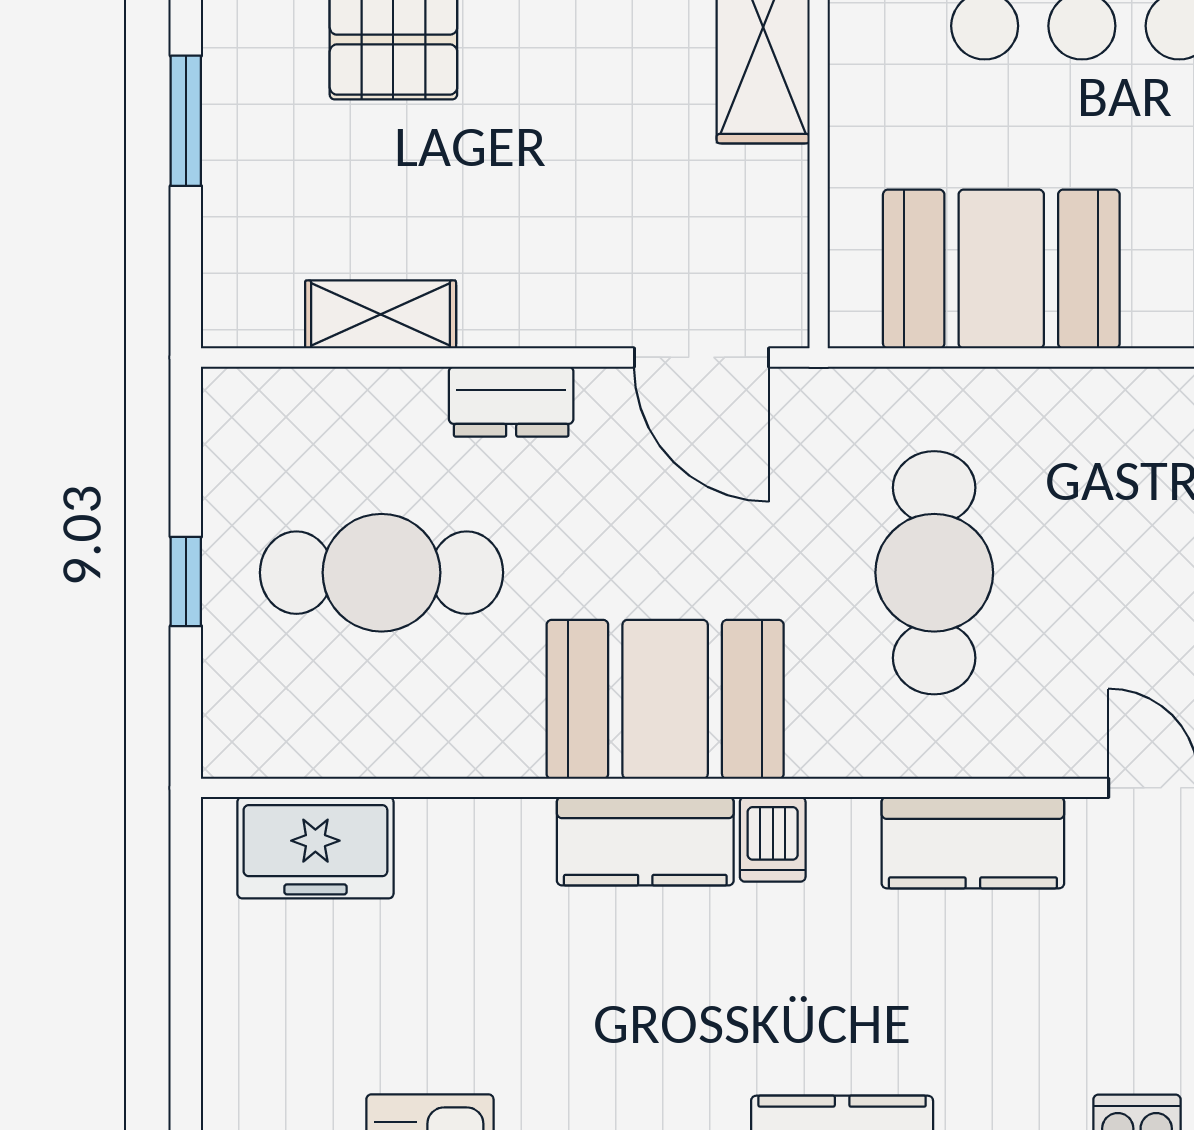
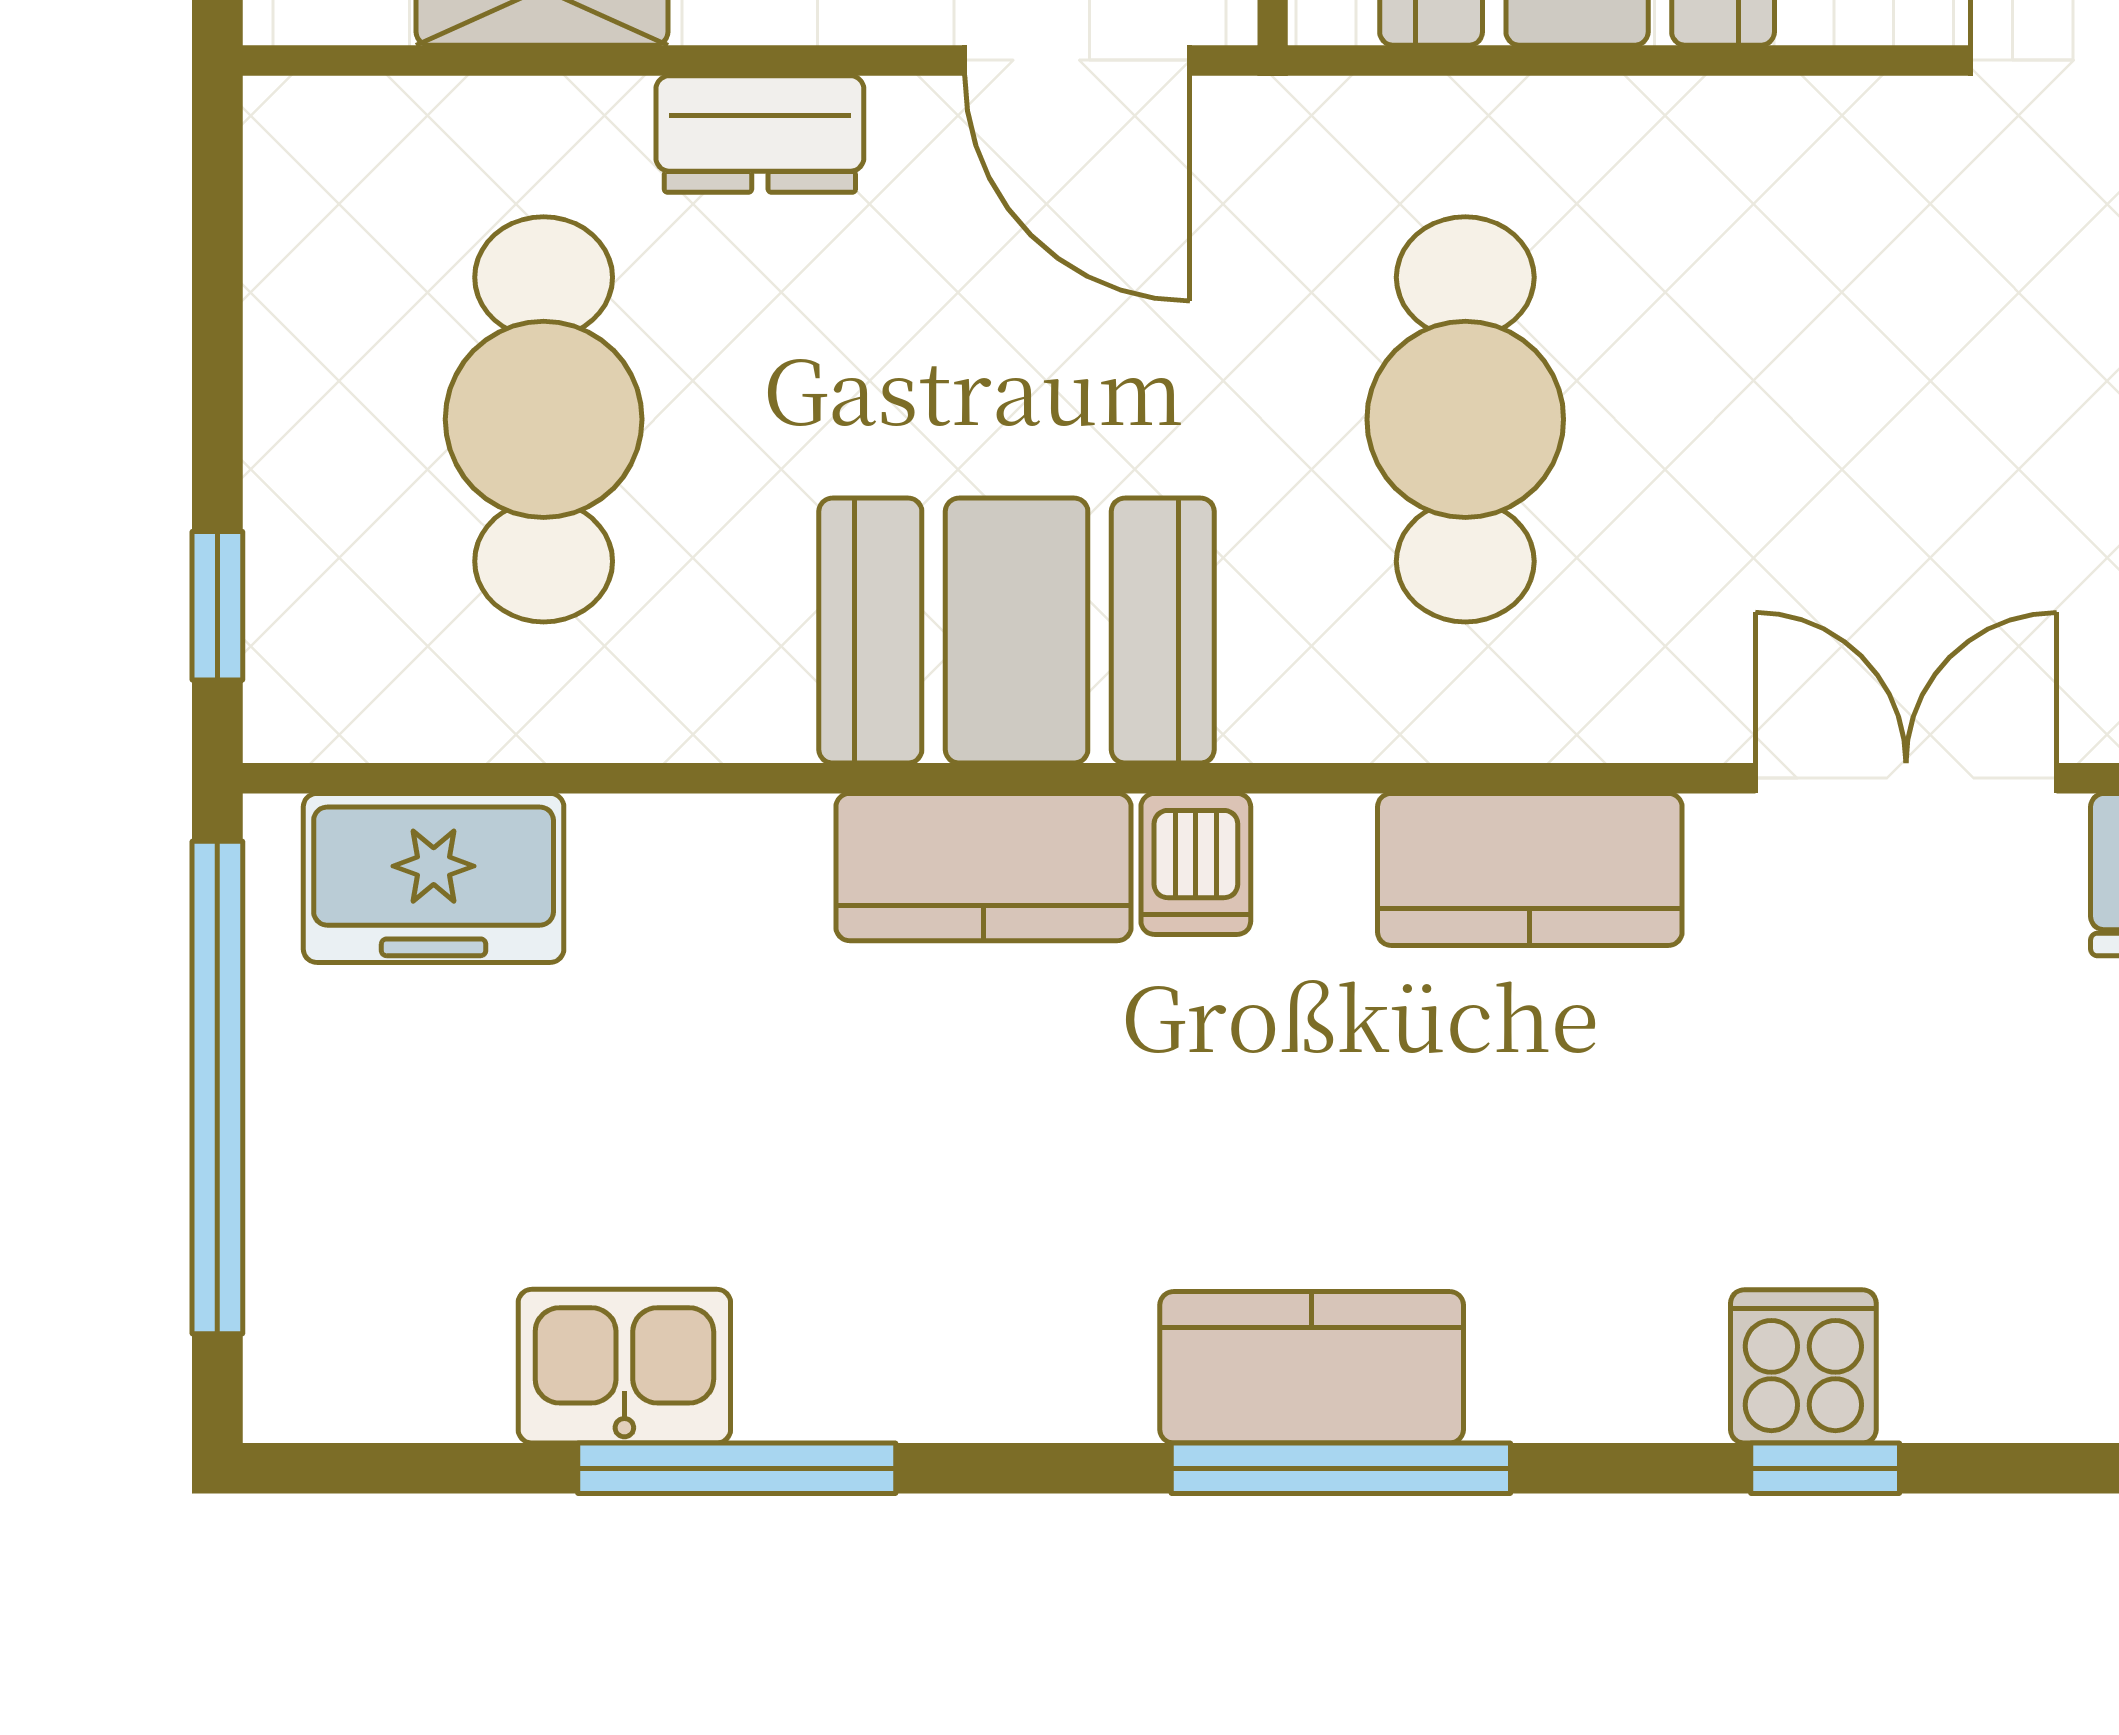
cafe table: (381, 573) -> (544, 419), turned 90
window: (186, 581) -> (217, 606), moved
window: (186, 973) -> (217, 1088), added

